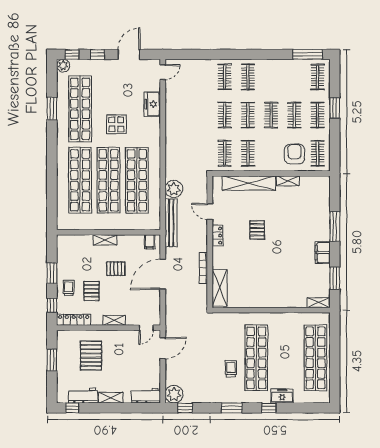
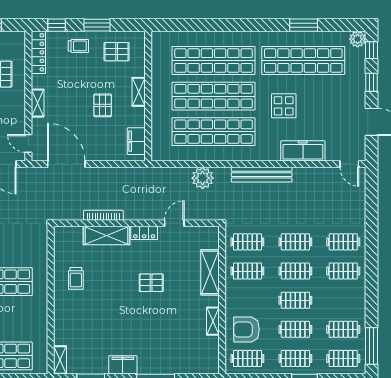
clothes rail: (294, 77) -> (343, 329), added
freezer: (152, 104) -> (303, 151), width x1.40
armchair: (294, 154) -> (247, 330), turned 180
shelving: (249, 183) -> (210, 272), width x0.68
bench: (171, 223) -> (262, 175), moved
filing cabinet: (150, 242) -> (136, 141), width x2.00
door: (163, 274) -> (66, 164), moved
shelving: (220, 288) -> (107, 236), moved
trolley: (254, 290) -> (76, 278), added
pallet: (91, 291) -> (117, 52), moved

